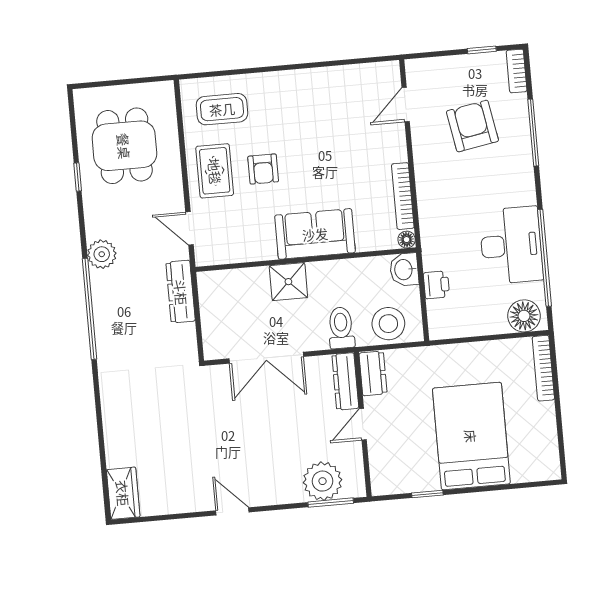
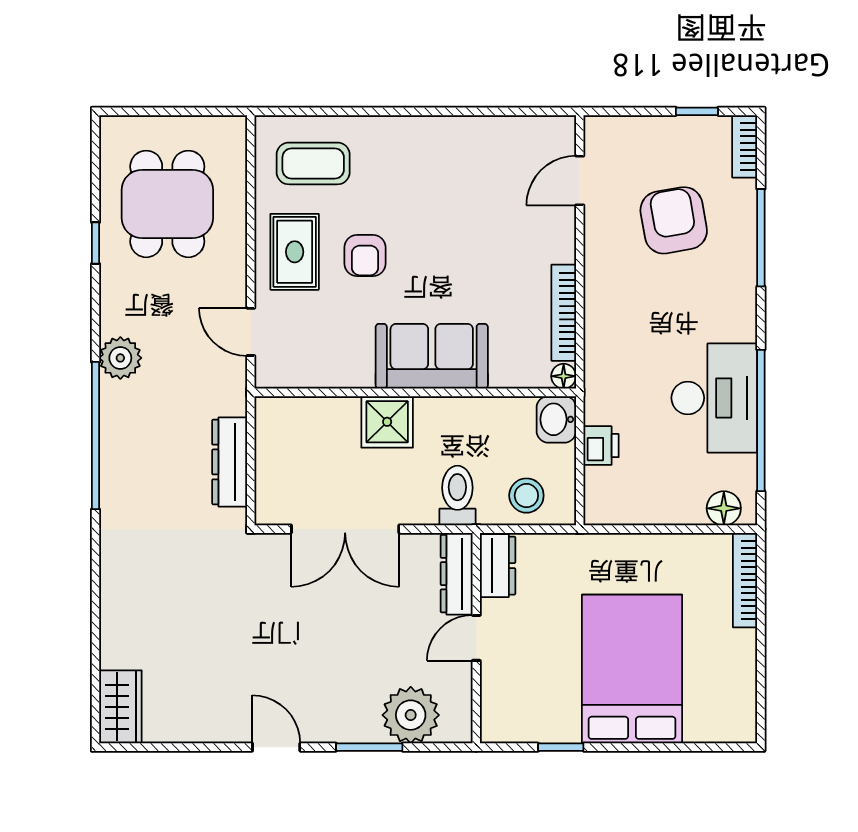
dresser: (181, 292) -> (230, 462), moved
floor lamp: (524, 316) -> (724, 508), width x0.73, depth x0.73
stool: (388, 324) -> (526, 496), width x0.73, depth x0.73
window: (331, 503) -> (369, 747), moved

